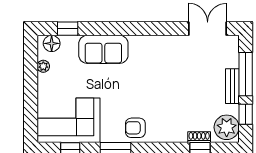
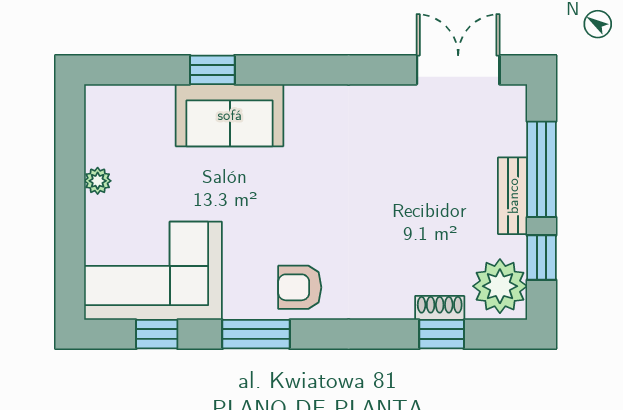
window: (68, 29) -> (212, 70), moved
floor lamp: (52, 43) -> (116, 102), removed
plant: (43, 66) -> (98, 181), moved

